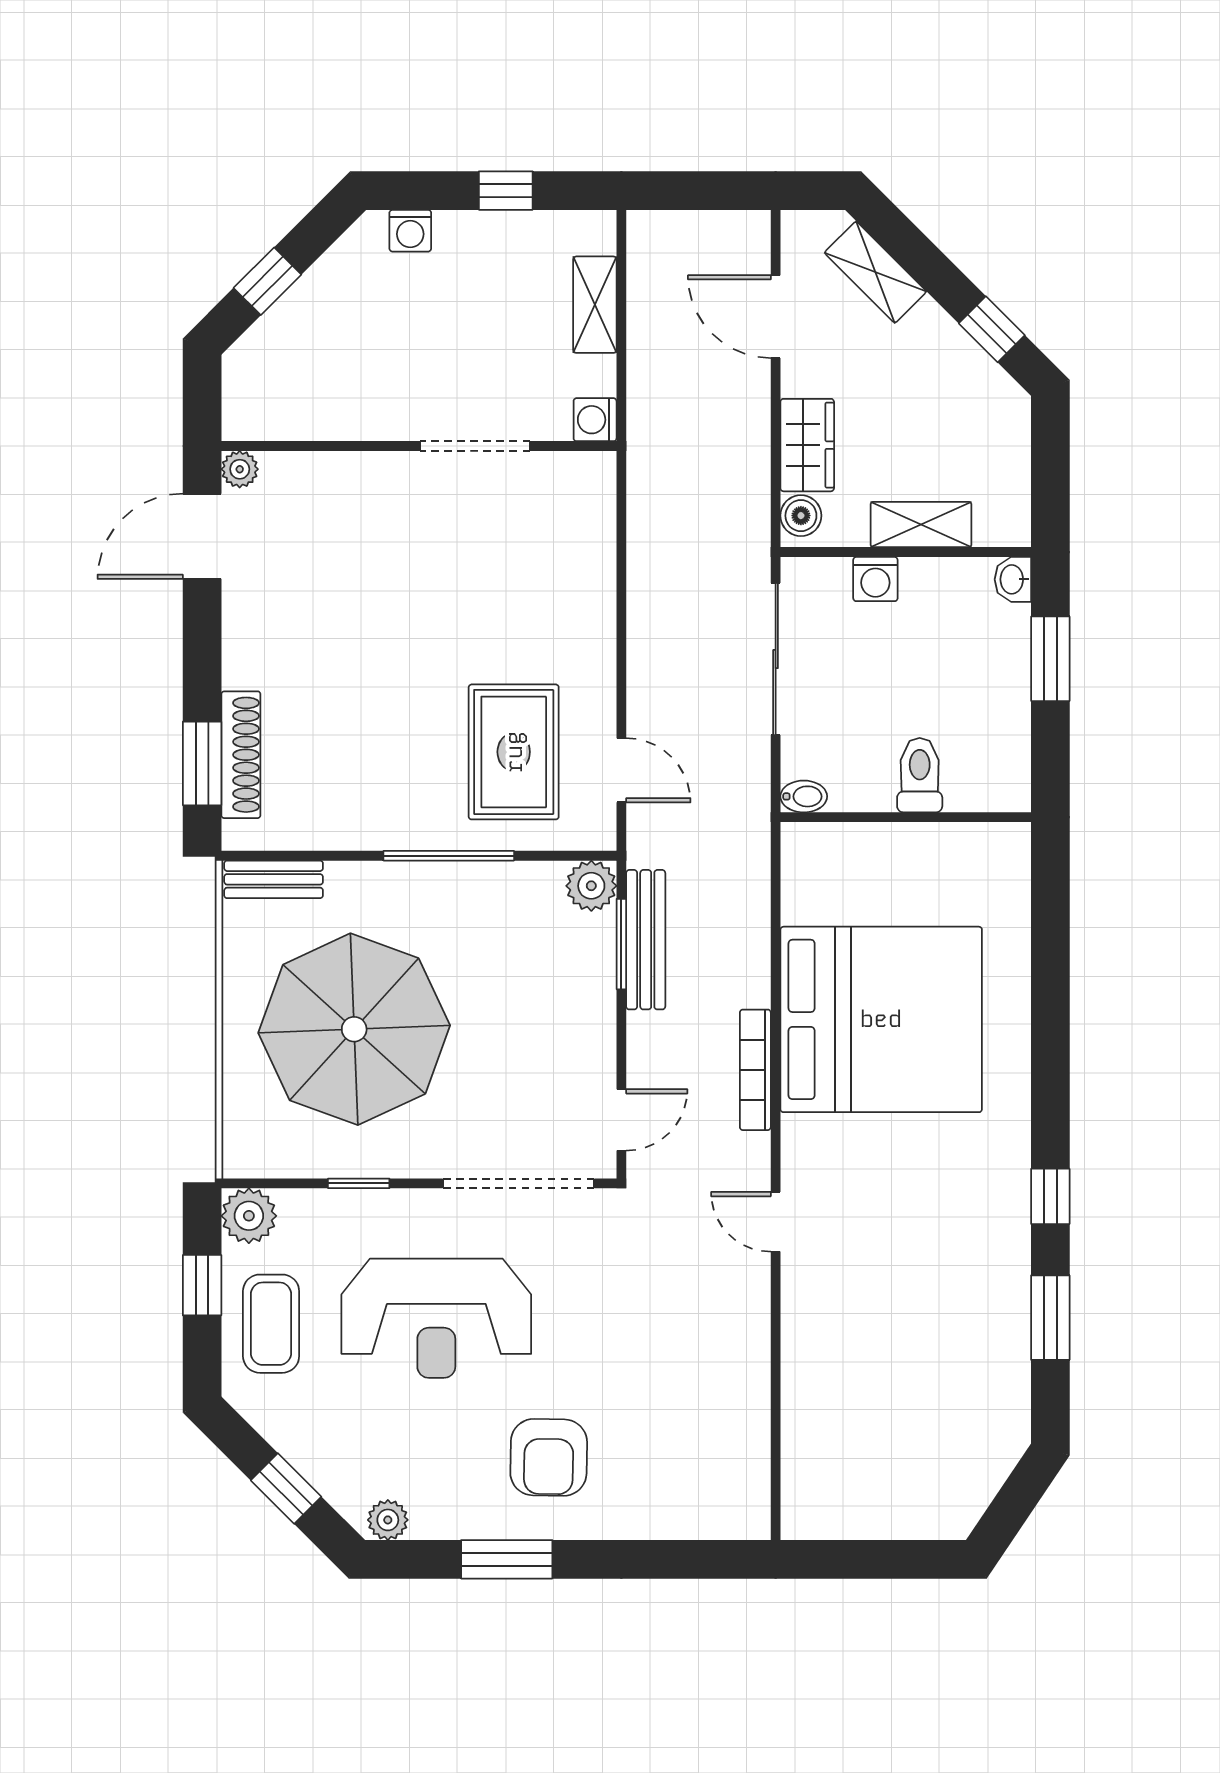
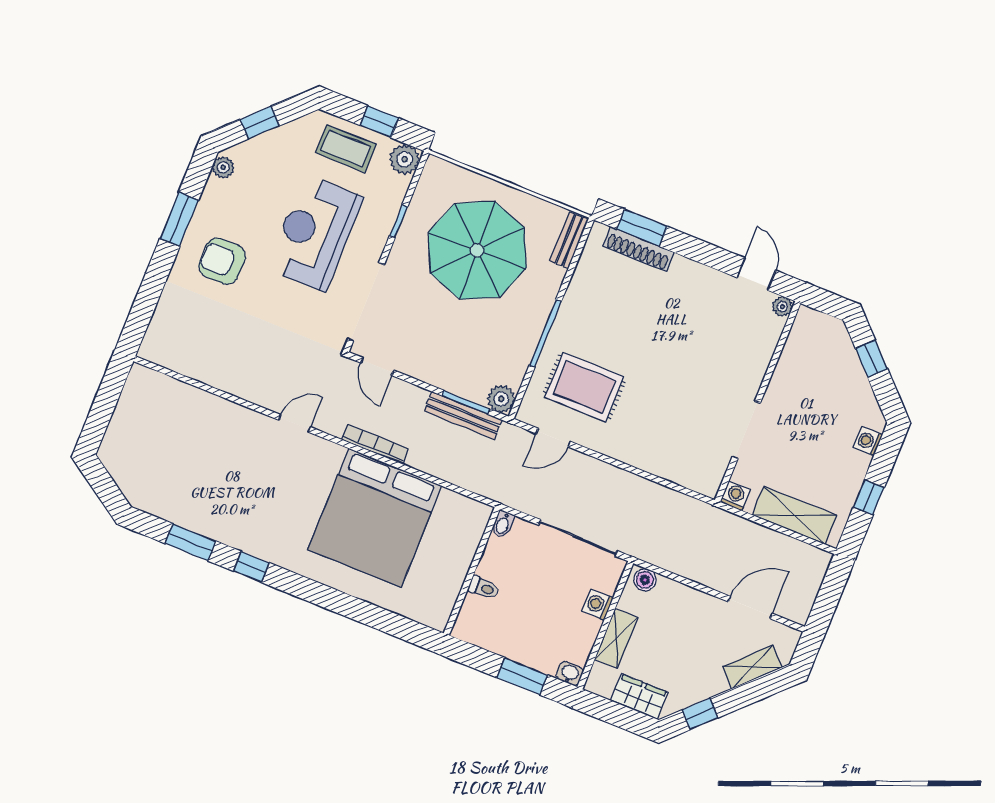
shelving: (595, 305) -> (795, 515), width x1.50, depth x1.33
wardrobe: (807, 445) -> (639, 697), moved, turned 180
door: (202, 536) -> (756, 274), width x0.73
toilet: (920, 775) -> (484, 588), width x0.73, depth x0.72

